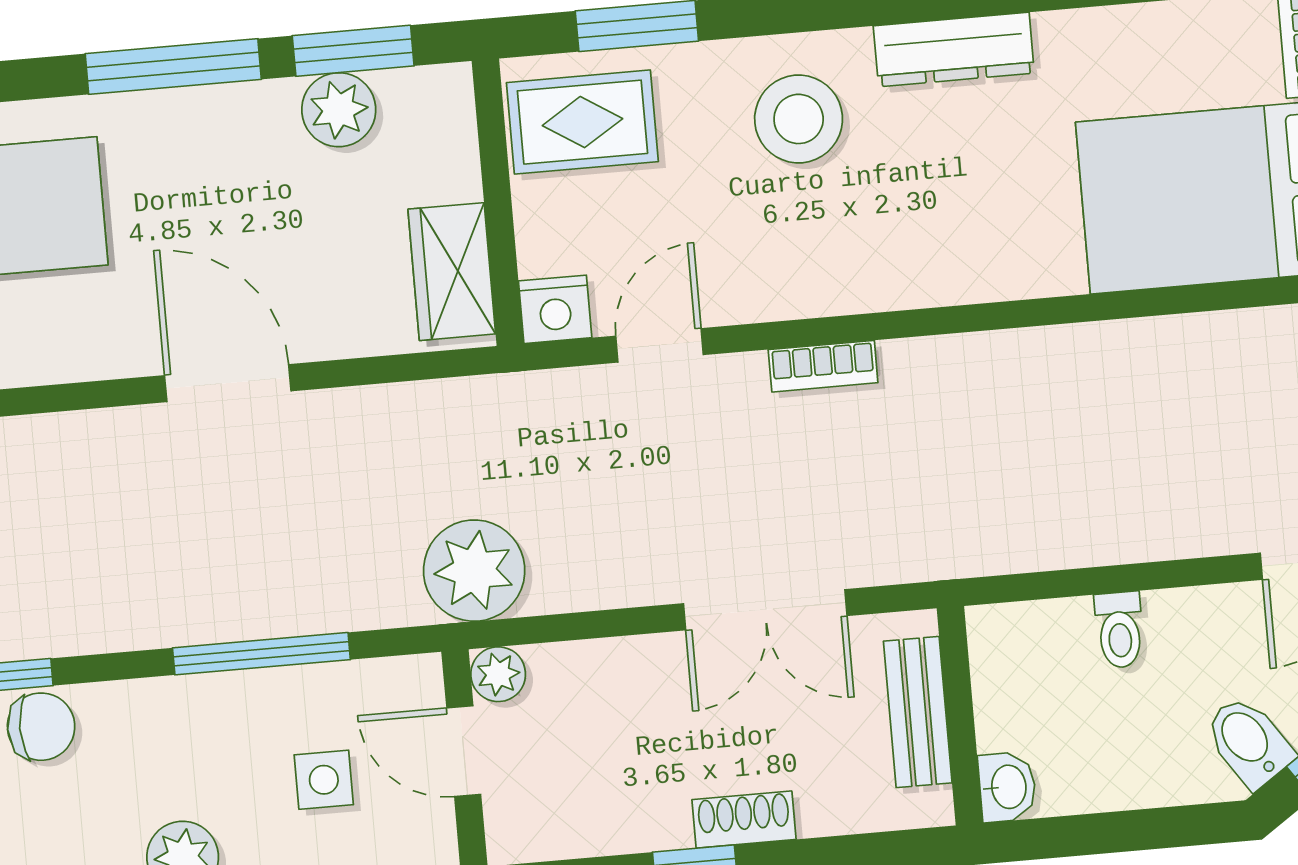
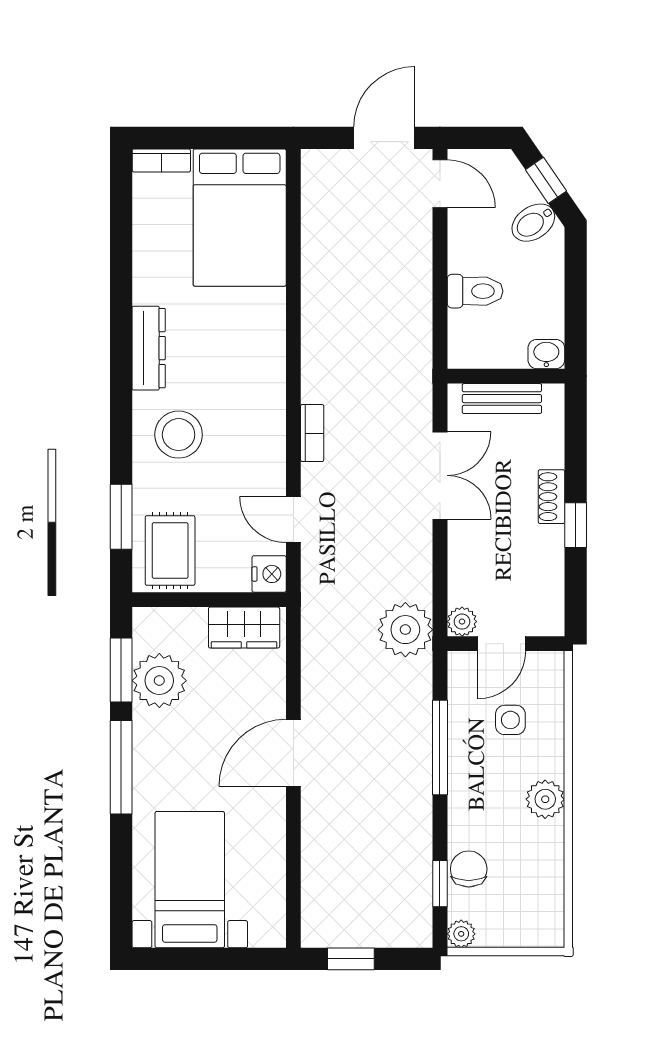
plant: (339, 110) -> (159, 681), width x1.36, depth x1.36
toilet: (1119, 630) -> (475, 291), width x1.37, depth x1.39

